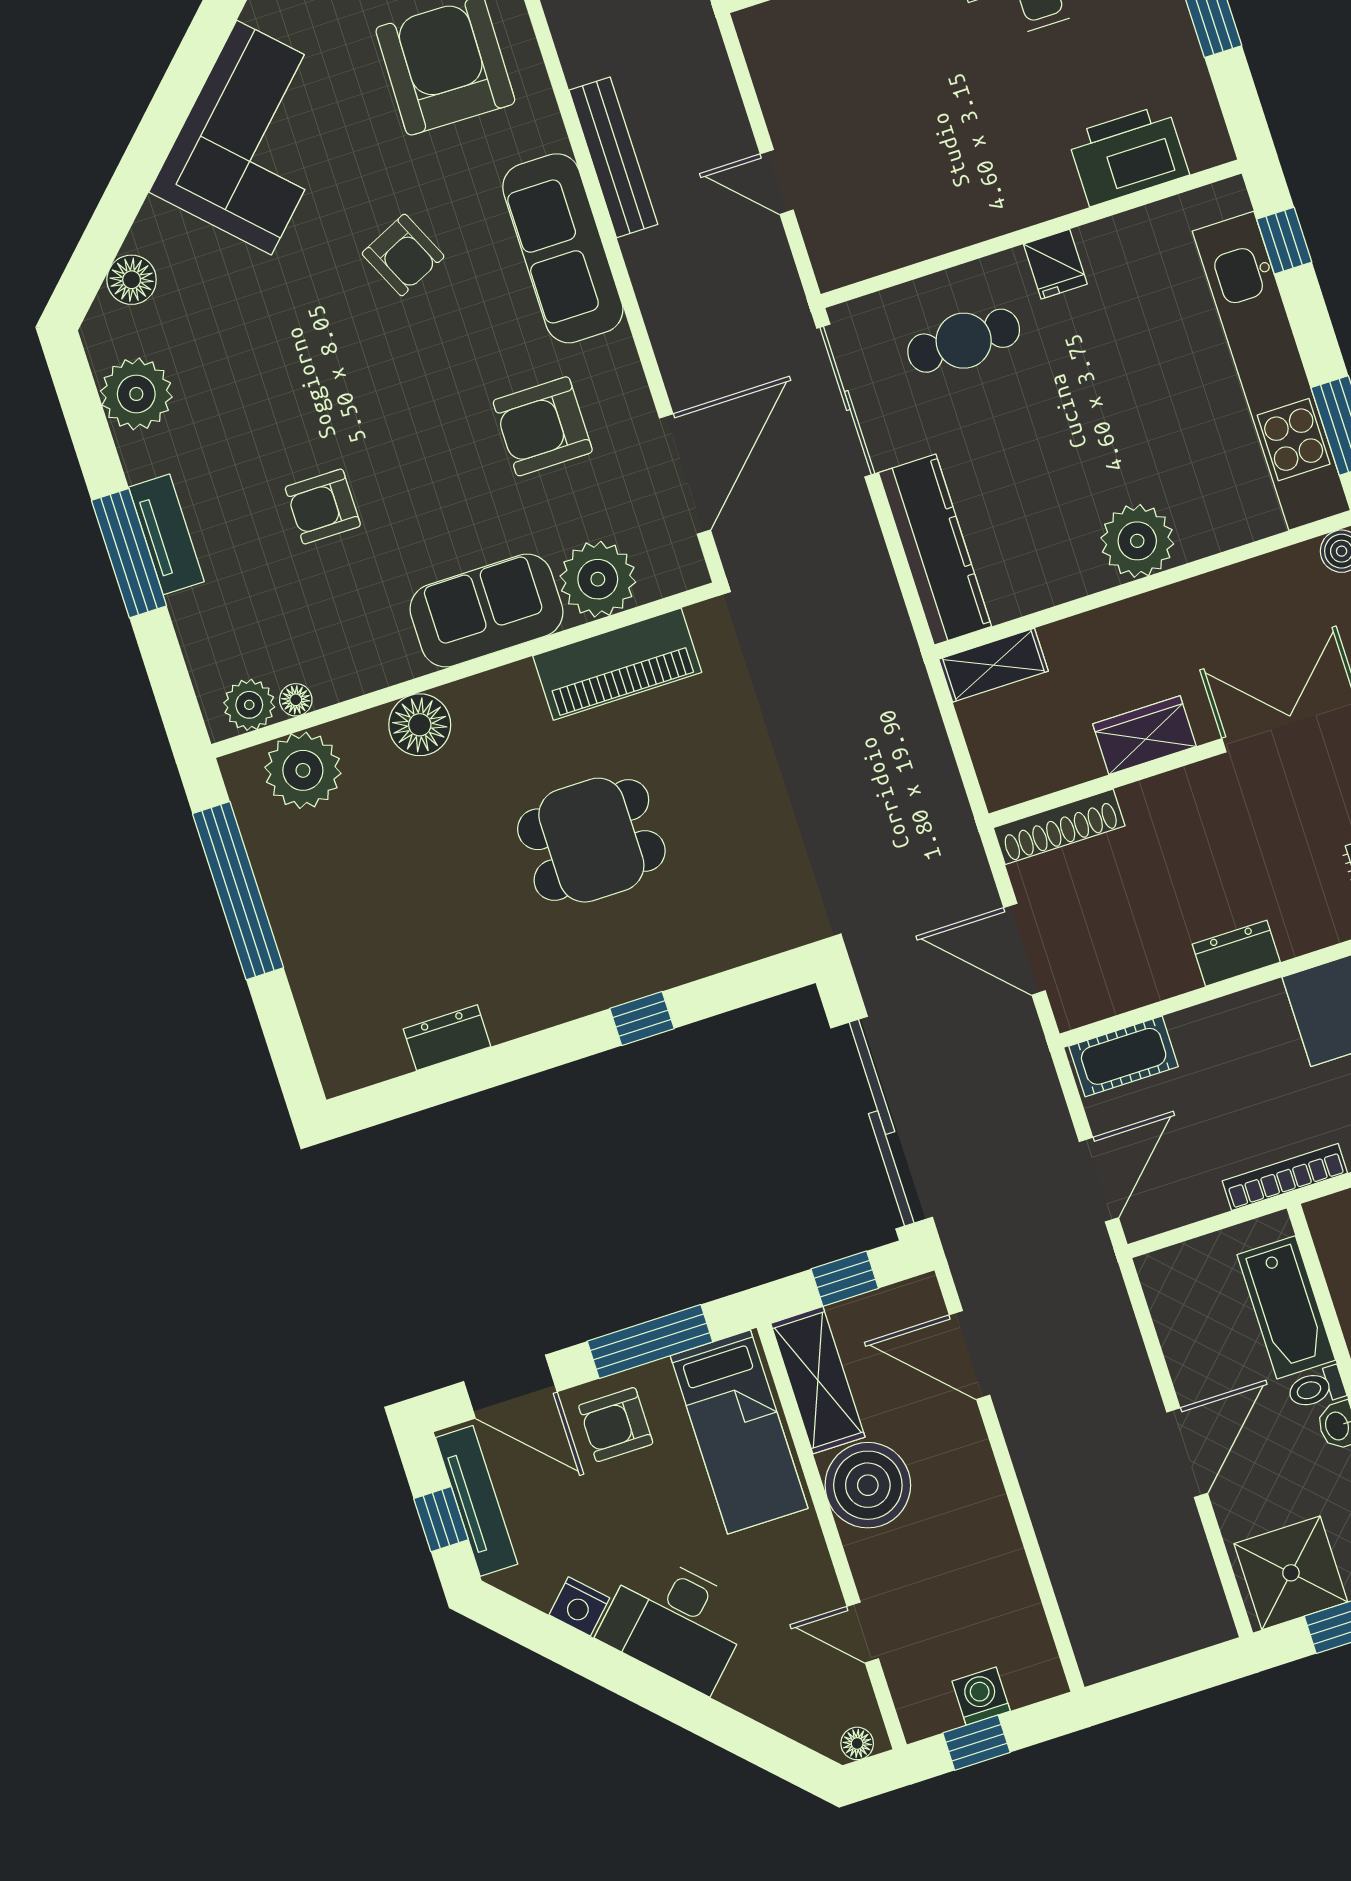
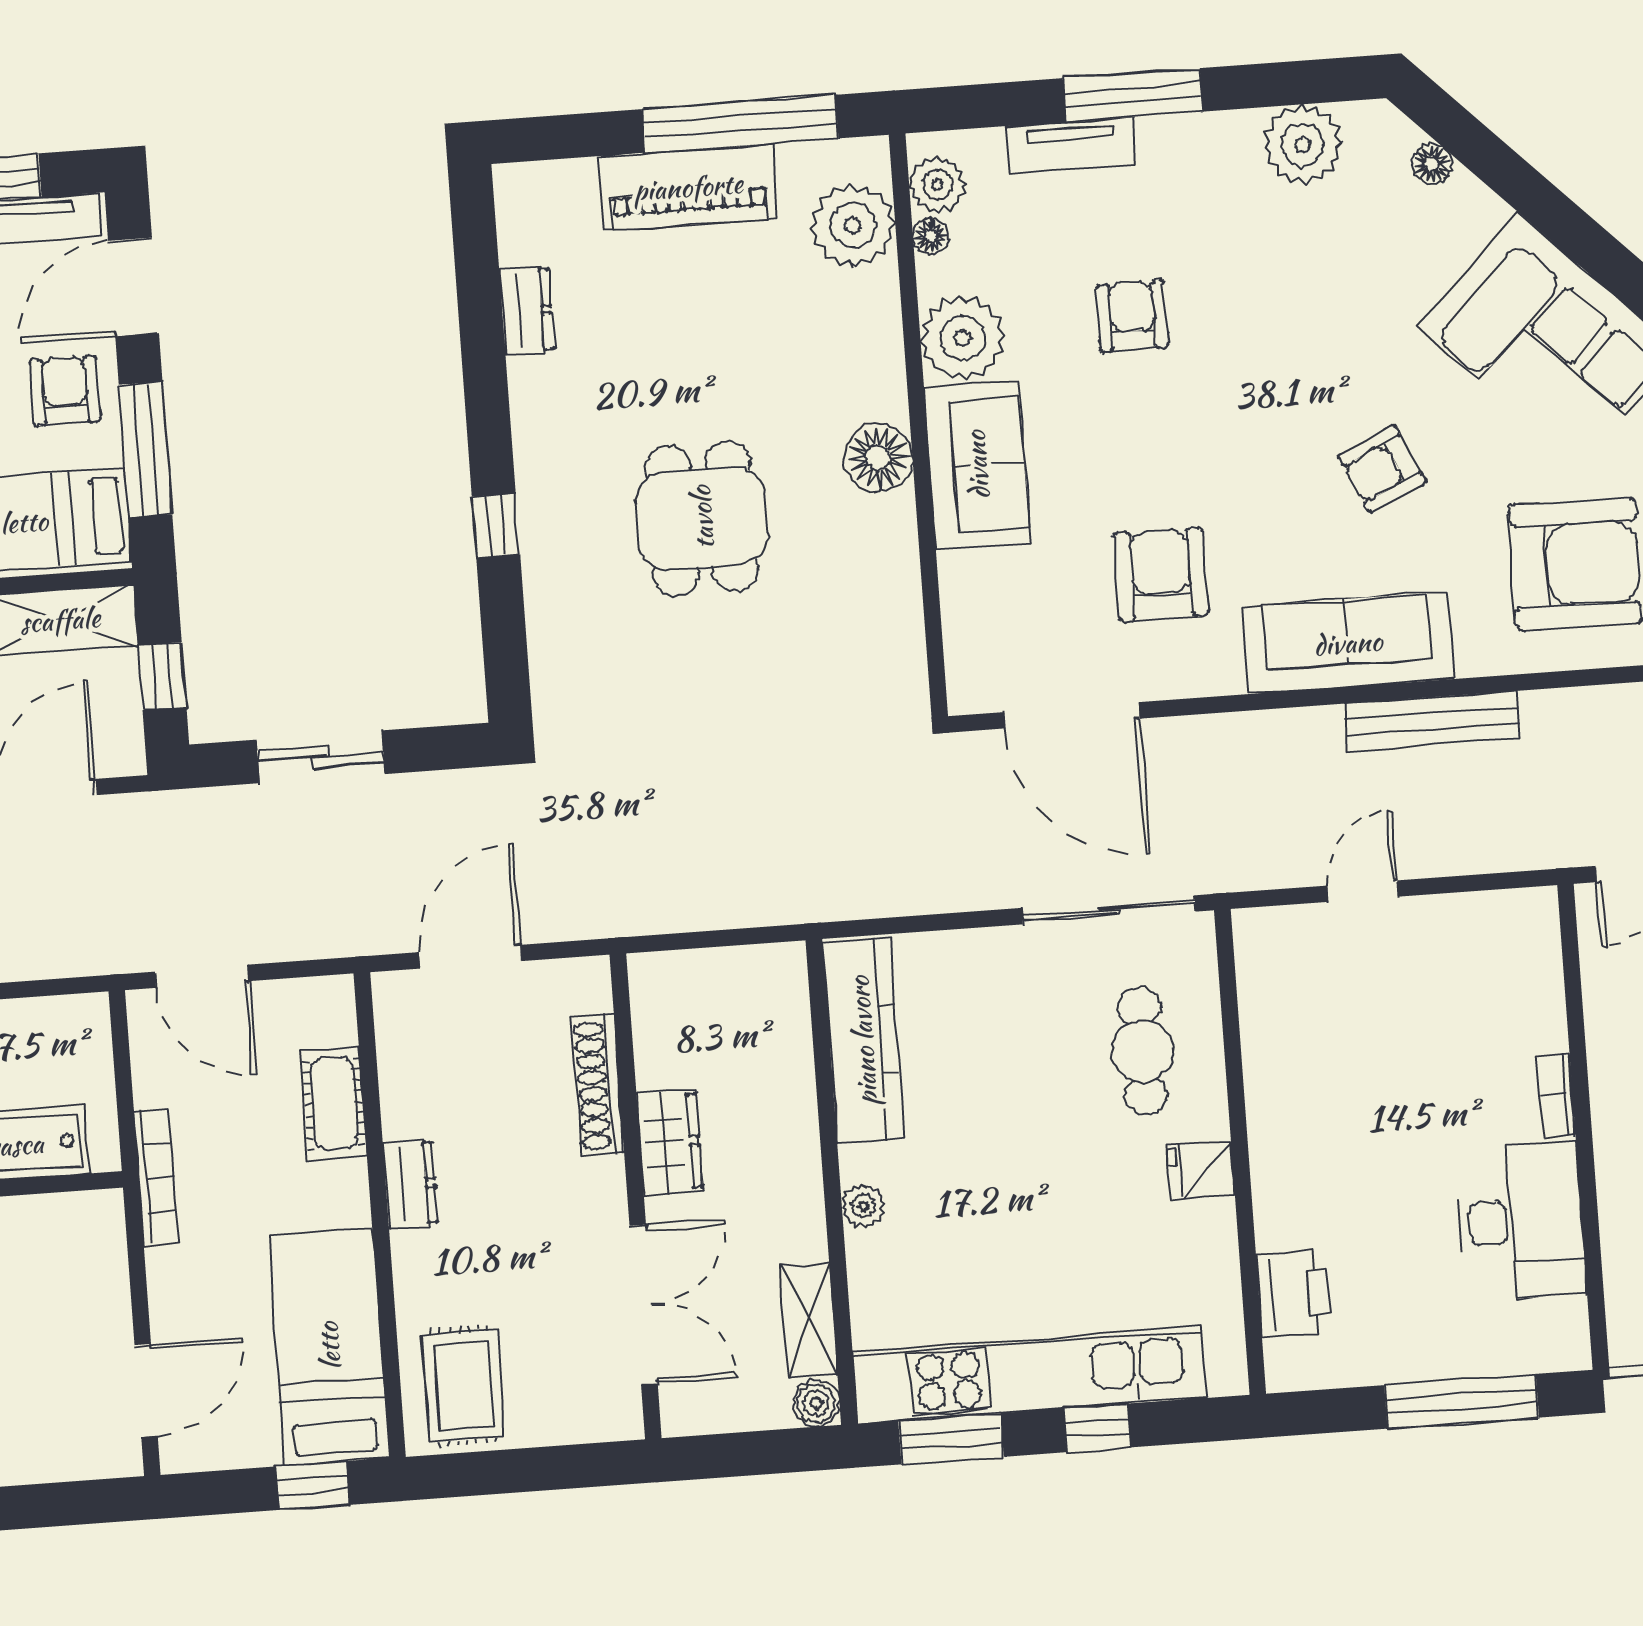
printer: (1128, 155) -> (1294, 1294), width x0.73, depth x0.84
window: (1284, 241) -> (1097, 1428), moved
floor lamp: (132, 280) -> (1432, 164), width x0.73, depth x0.73
tv unit: (166, 534) -> (1071, 145), moved
plant: (1137, 541) -> (863, 1206), width x0.53, depth x0.53
kitchen counter: (935, 549) -> (863, 1041), moved, turned -90
plant: (598, 579) -> (963, 338), moved
piano: (617, 664) -> (688, 187), moved, turned -90
shelving: (993, 665) -> (808, 1320), moved
floor lamp: (420, 725) -> (878, 458), moved
shoe rack: (1059, 827) -> (598, 1085), moved
cot: (1124, 1056) -> (334, 1104), moved
sliding door: (882, 1123) -> (321, 757), width x0.54

